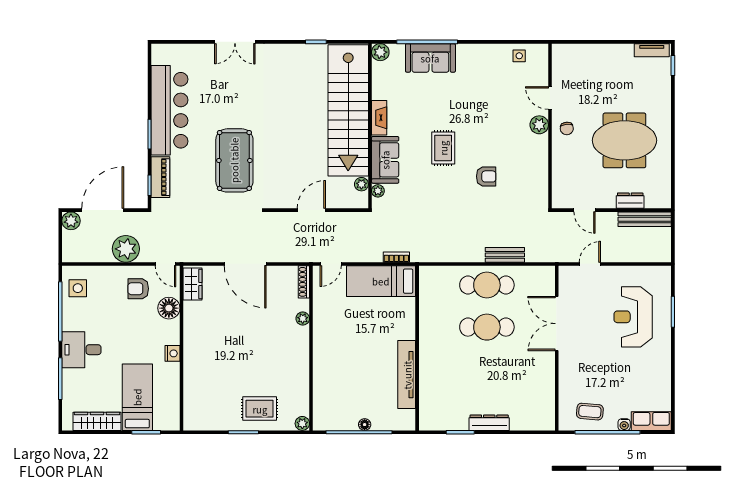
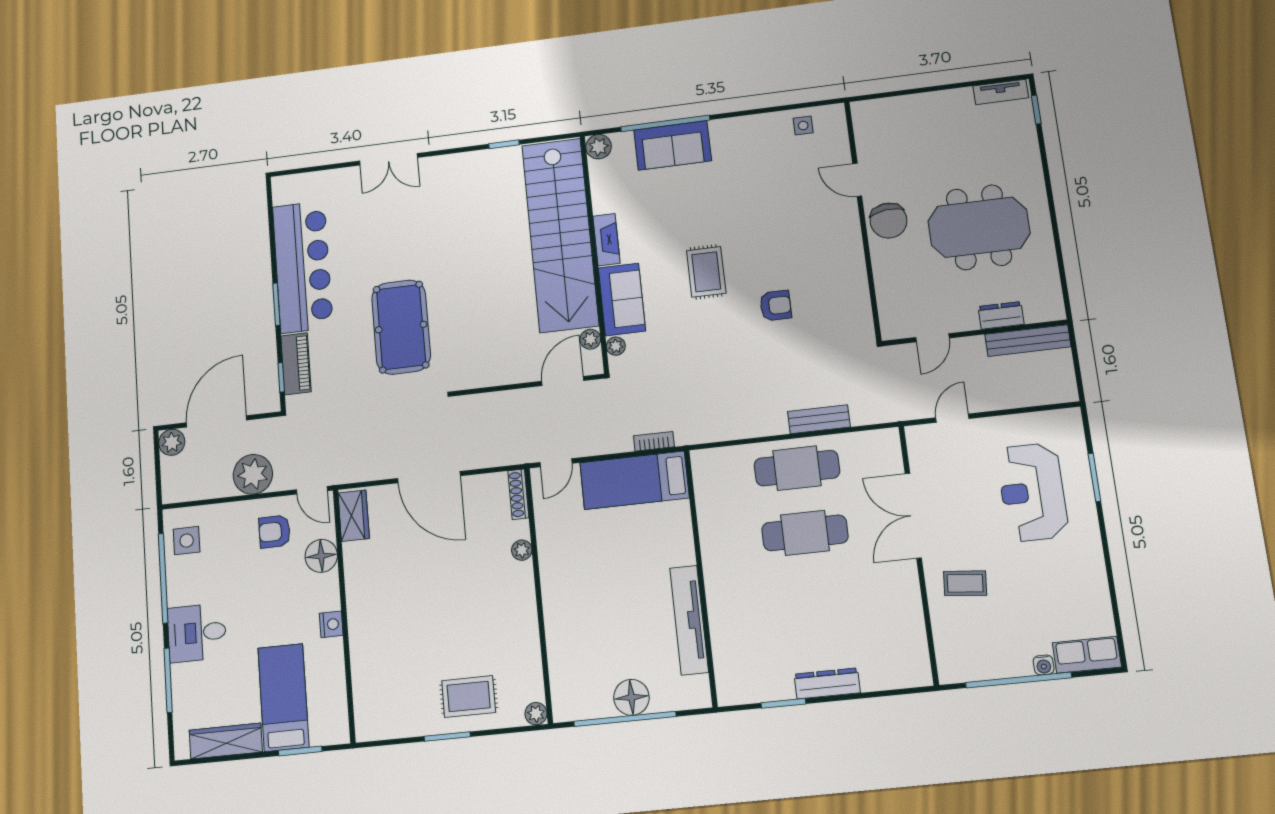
plant: (539, 125) -> (846, 220), removed
chair: (567, 128) -> (888, 221), width x1.87, depth x1.87
door: (311, 210) -> (563, 381), moved
door: (585, 210) -> (932, 338), hinge flipped
coffee table: (590, 412) -> (965, 583), moved
floor lamp: (365, 425) -> (631, 697), width x1.89, depth x1.89

